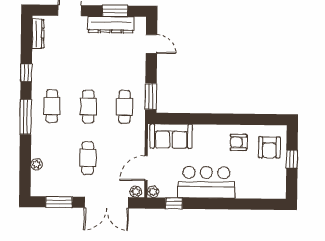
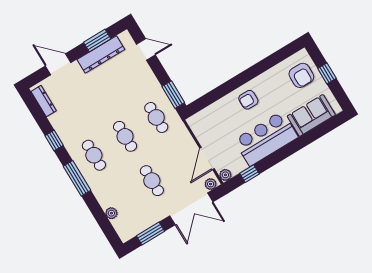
sofa: (171, 136) -> (311, 115), moved, turned 180
armchair: (238, 142) -> (248, 100), moved

